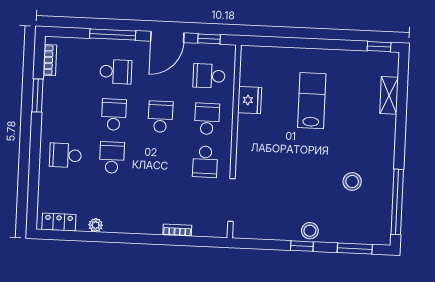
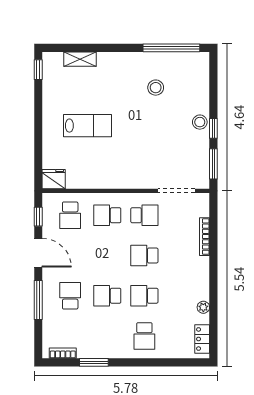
fridge: (250, 100) -> (54, 179), moved
lab bench: (312, 101) -> (88, 126), turned 180
school desk: (160, 117) -> (144, 255), moved
bookcase: (177, 230) -> (205, 237), width x1.56
window: (355, 248) -> (213, 164), moved

